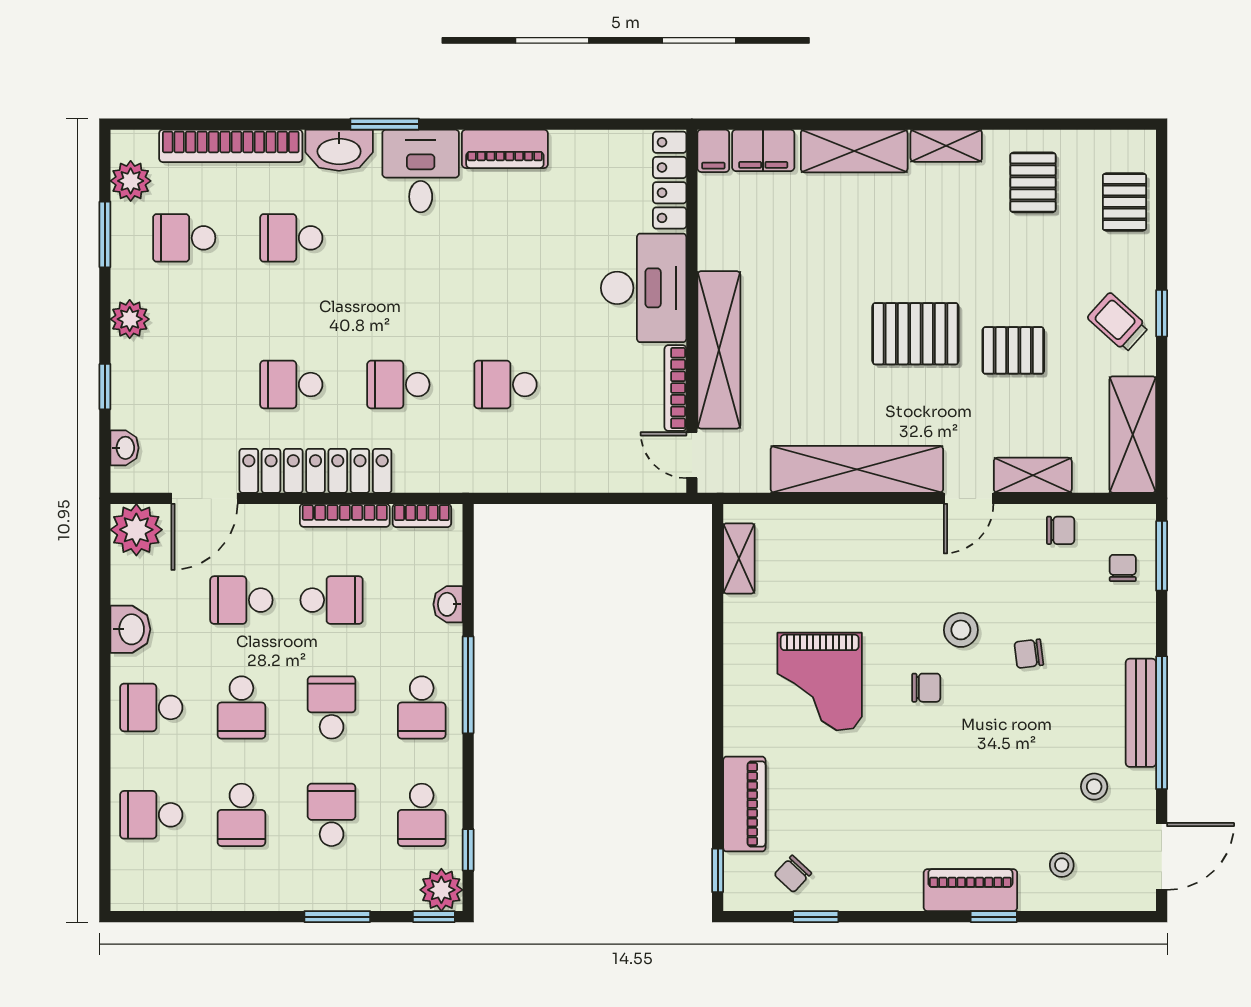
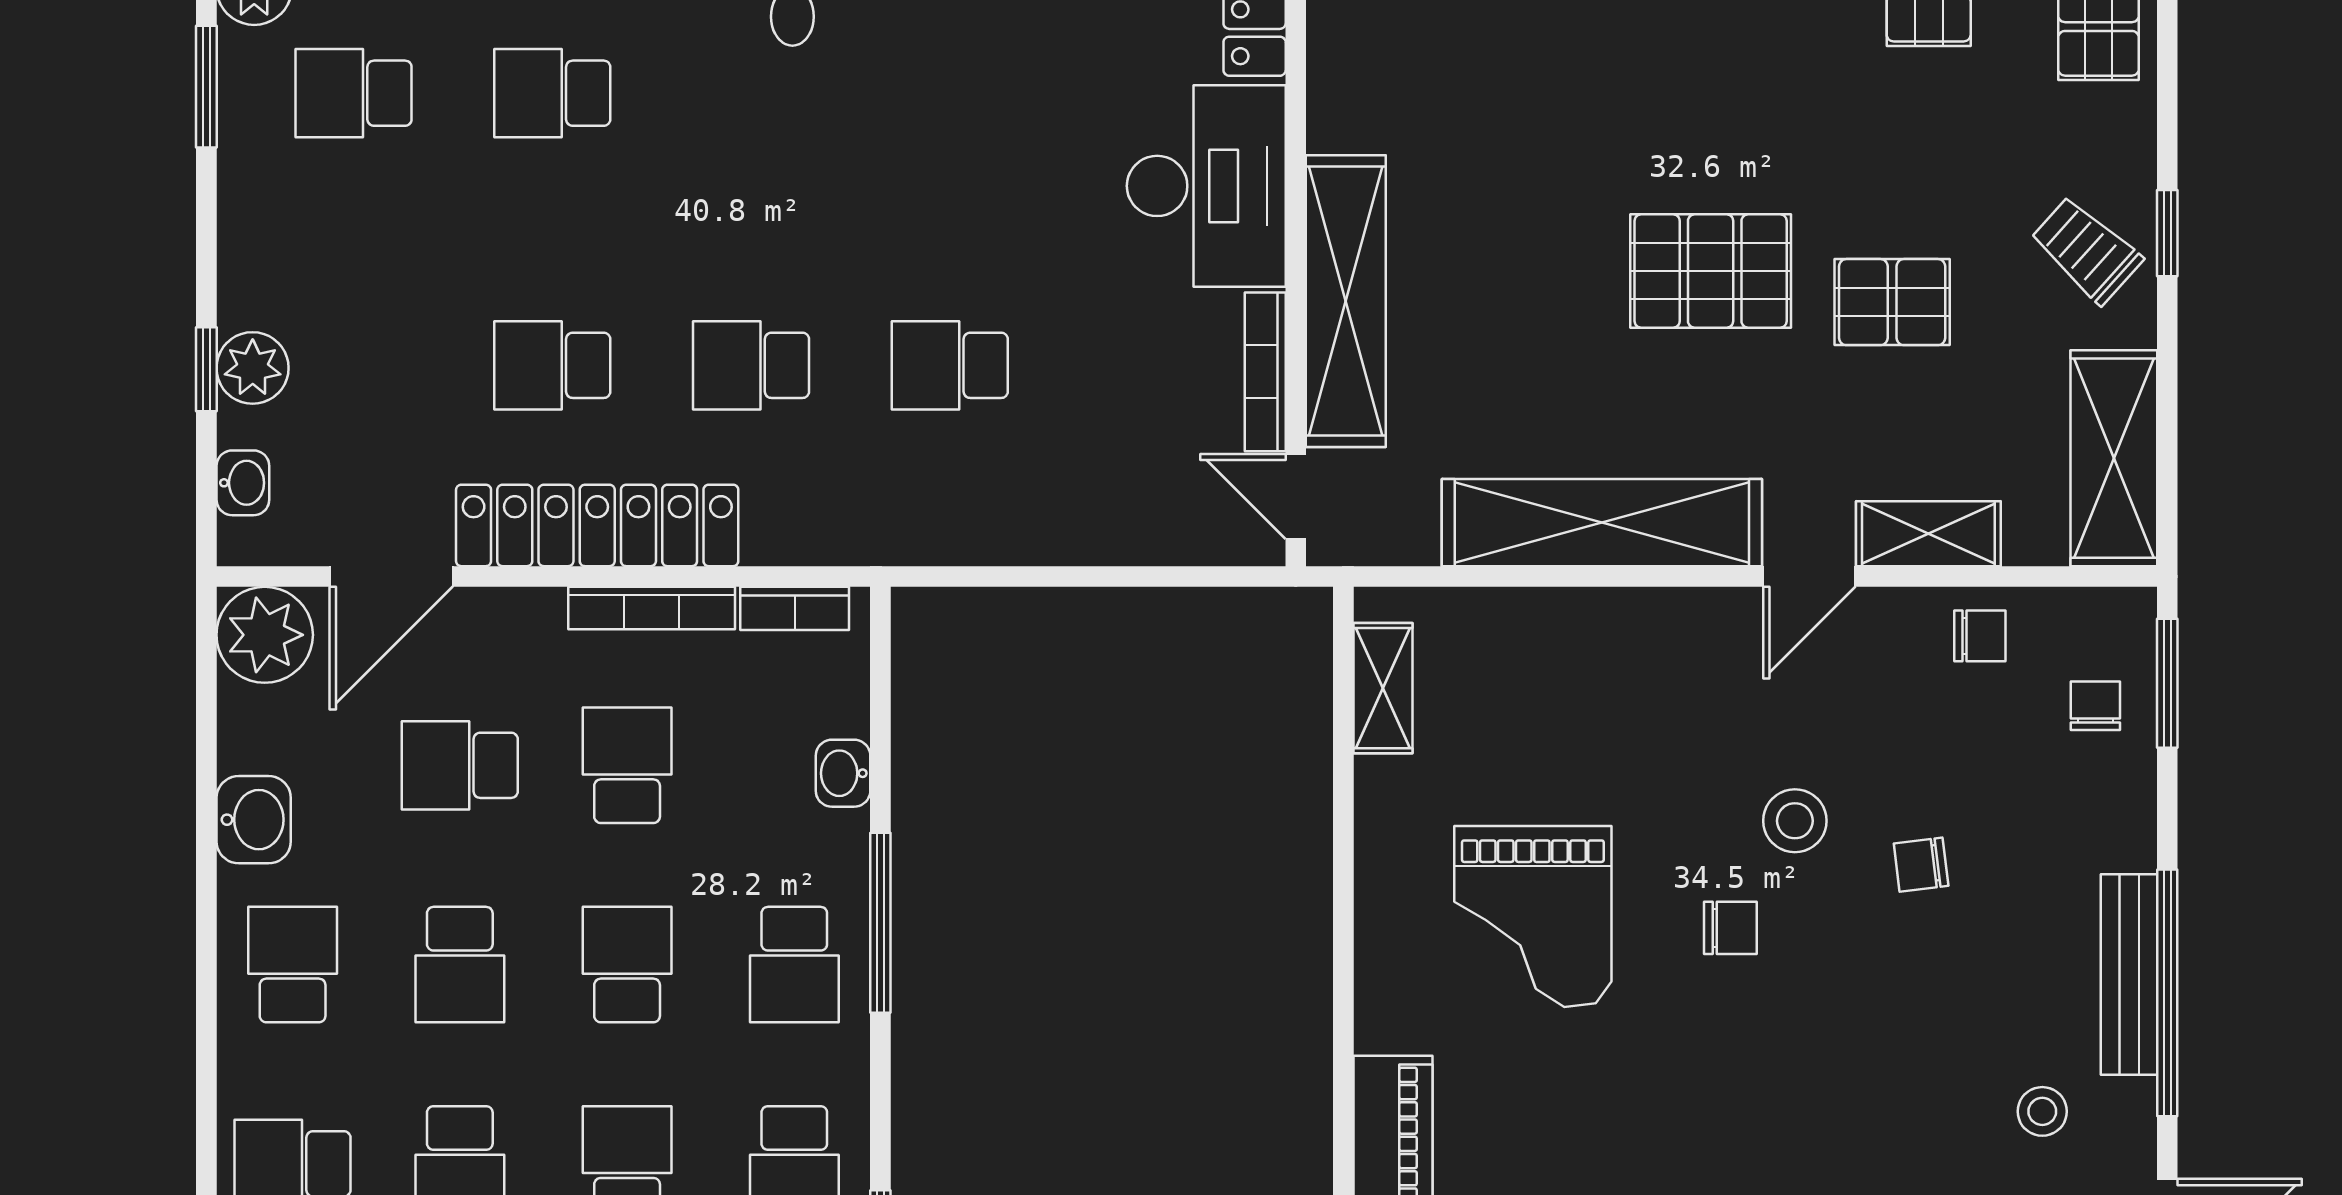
plant: (130, 319) -> (253, 368), moved
school desk: (332, 600) -> (627, 765), turned -90
school desk: (151, 707) -> (293, 965), turned 90

